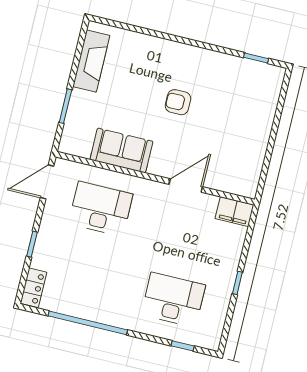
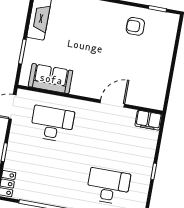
armchair: (178, 102) -> (135, 26), moved
sofa: (121, 151) -> (51, 79), moved

